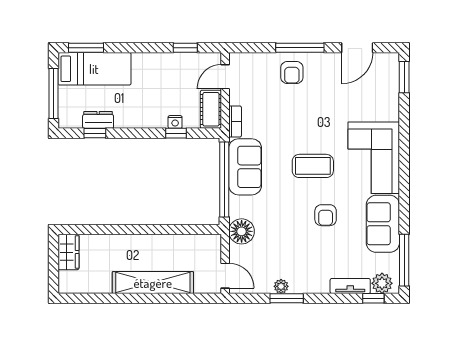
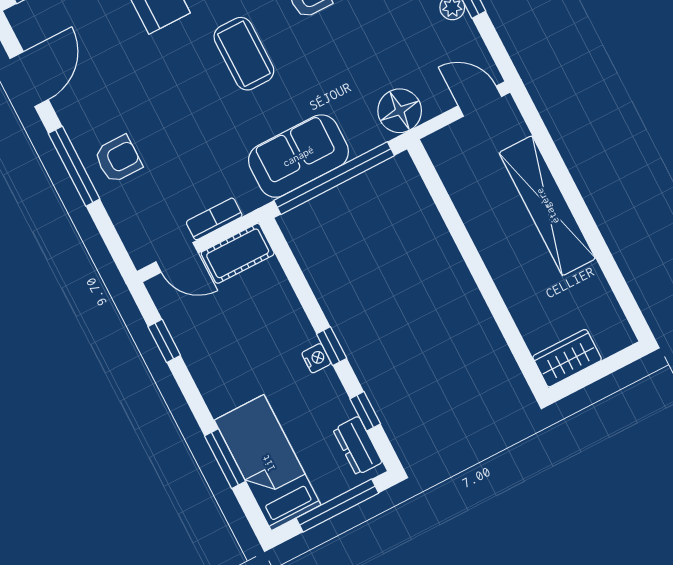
window: (86, 48) -> (225, 459), moved
door: (357, 48) -> (29, 79), hinge flipped
dresser: (98, 120) -> (357, 446), moved
nightstand: (175, 122) -> (316, 358), moved
bookcase: (235, 122) -> (214, 219), moved
window: (176, 133) -> (332, 346), moved
door: (225, 276) -> (480, 101), hinge flipped

